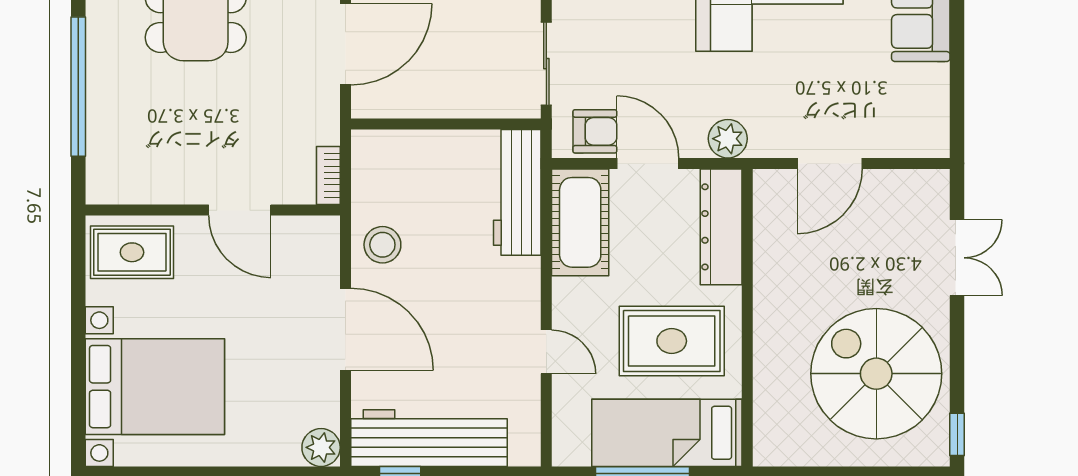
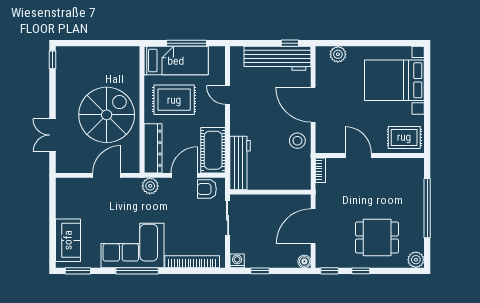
door: (648, 163) -> (184, 175), swing flipped
spiral stairs: (876, 374) -> (107, 115), moved, turned -90
plant: (321, 447) -> (338, 54), moved

